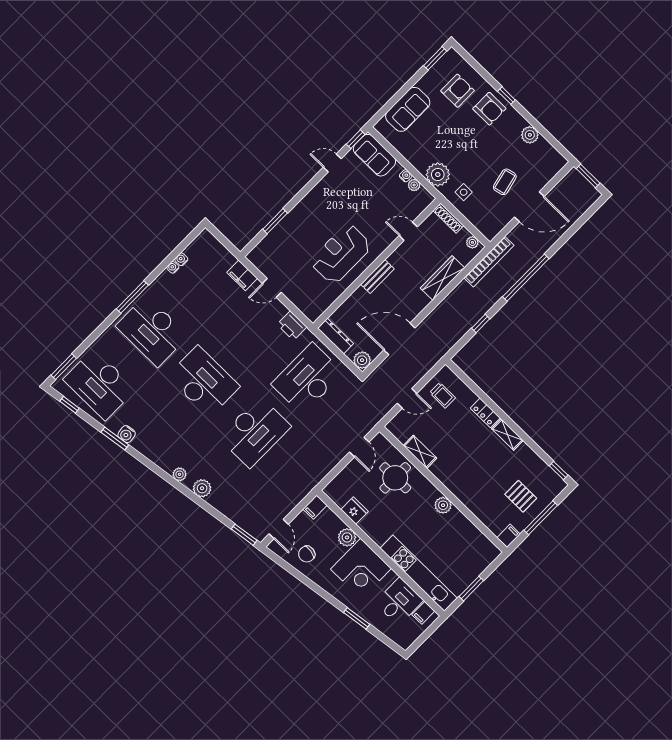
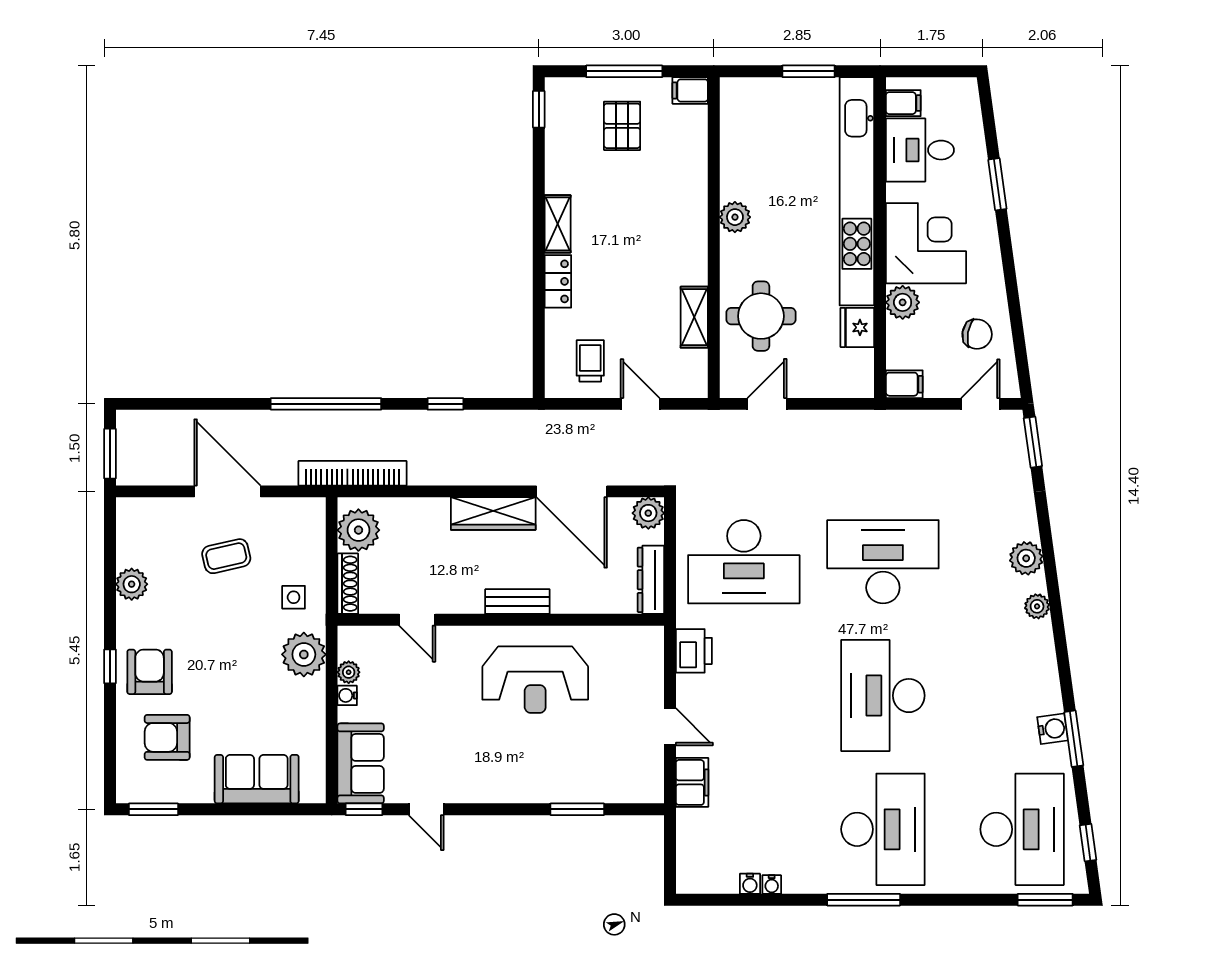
plant: (472, 242) -> (358, 530), width x1.88, depth x1.88
wardrobe: (443, 278) -> (493, 514), moved
kitchen unit: (419, 573) -> (857, 191), width x1.36

